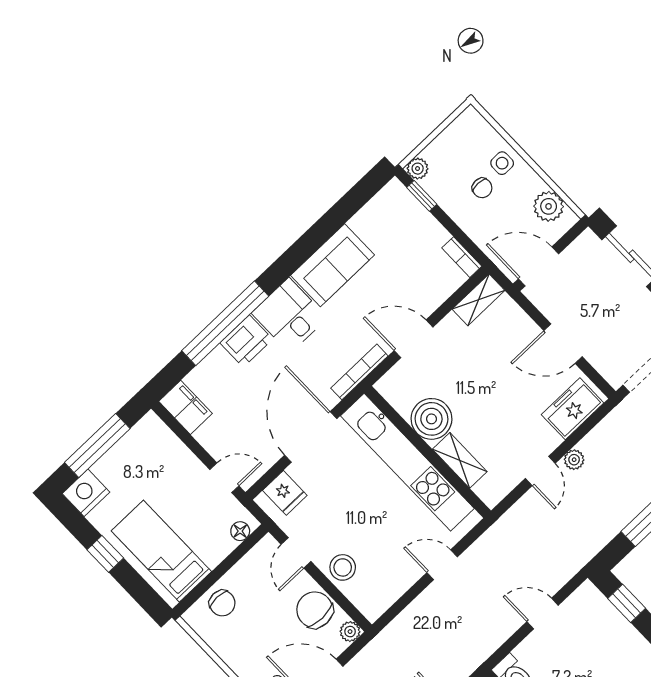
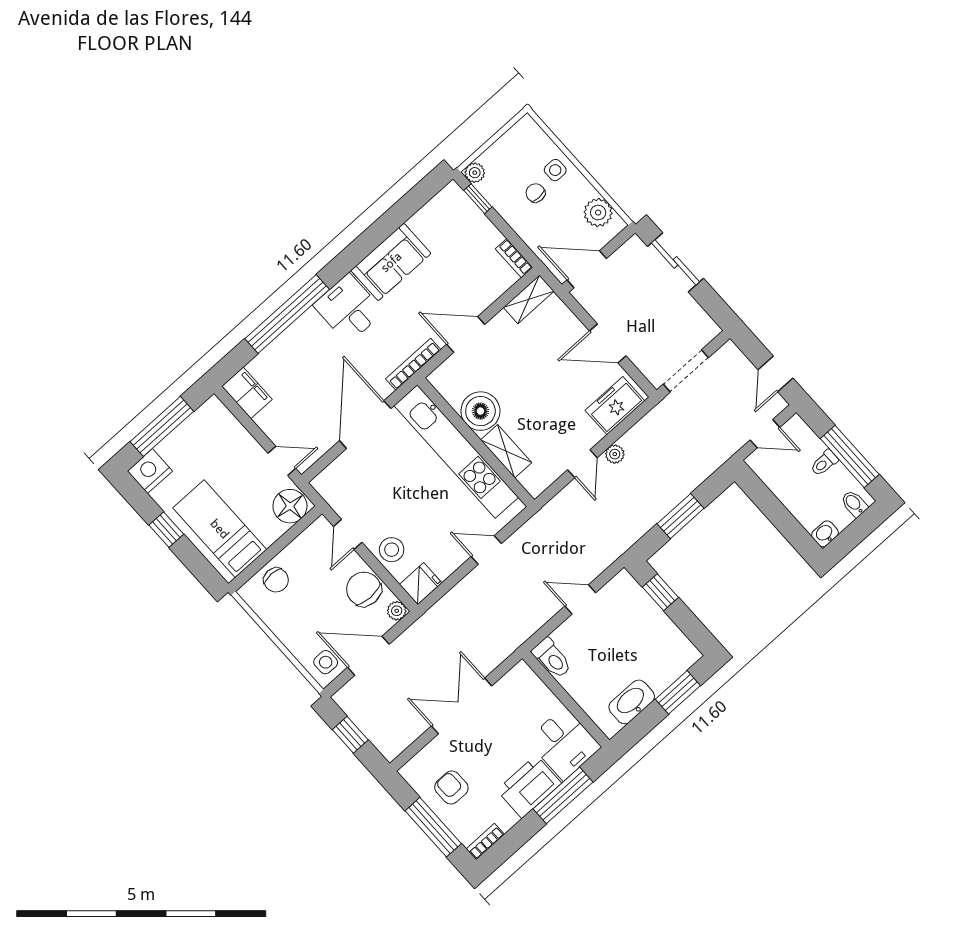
chair: (482, 188) -> (535, 193), turned 180
printer: (246, 341) -> (307, 332), removed
fridge: (285, 493) -> (421, 584), moved, turned -90
floor lamp: (240, 531) -> (290, 506), width x1.89, depth x1.89

